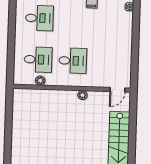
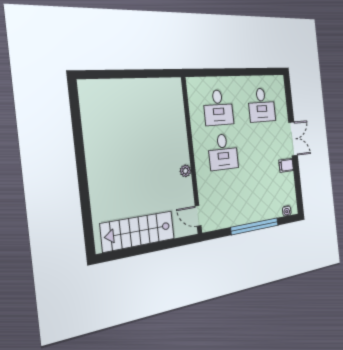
window: (135, 40) -> (255, 226), added
plant: (40, 81) -> (195, 113), removed

